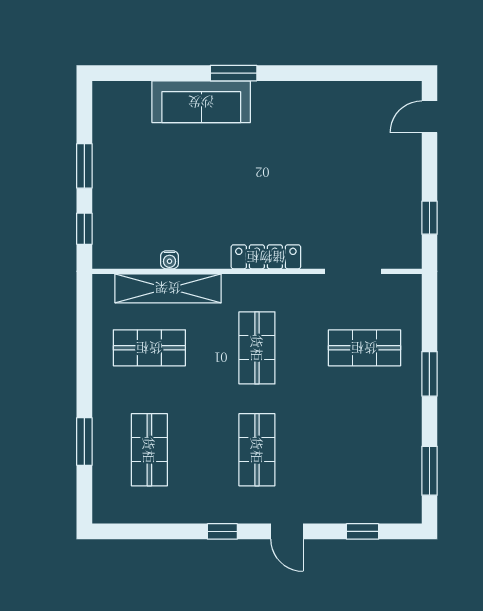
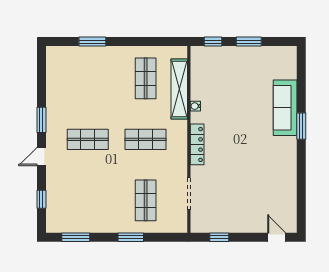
water cooler: (170, 260) -> (195, 106), moved
shop shelf: (149, 450) -> (88, 78), removed
window: (222, 531) -> (41, 120), width x1.50

